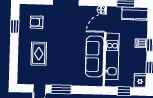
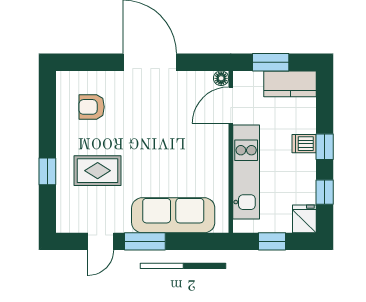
window: (15, 26) -> (47, 171), moved
rug: (39, 54) -> (98, 171), turned 90
sofa: (95, 56) -> (173, 215), moved, turned 90

